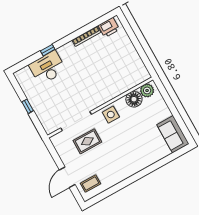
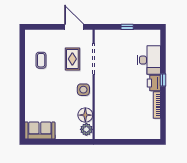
printer: (109, 27) -> (154, 83), moved
window: (48, 50) -> (163, 80), moved
door: (67, 177) -> (74, 27), moved
coffee table: (91, 184) -> (41, 60), moved

